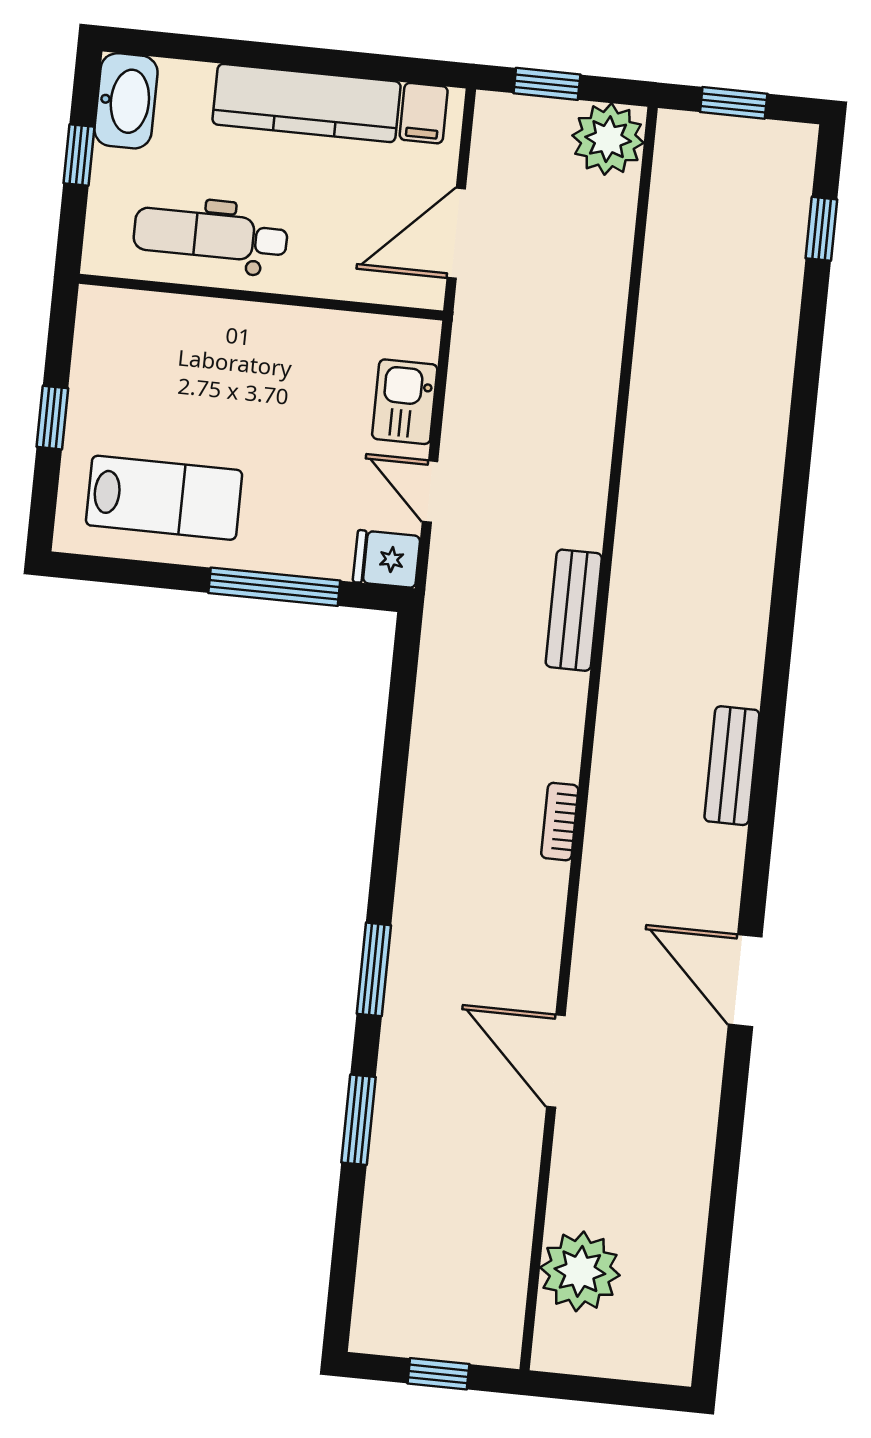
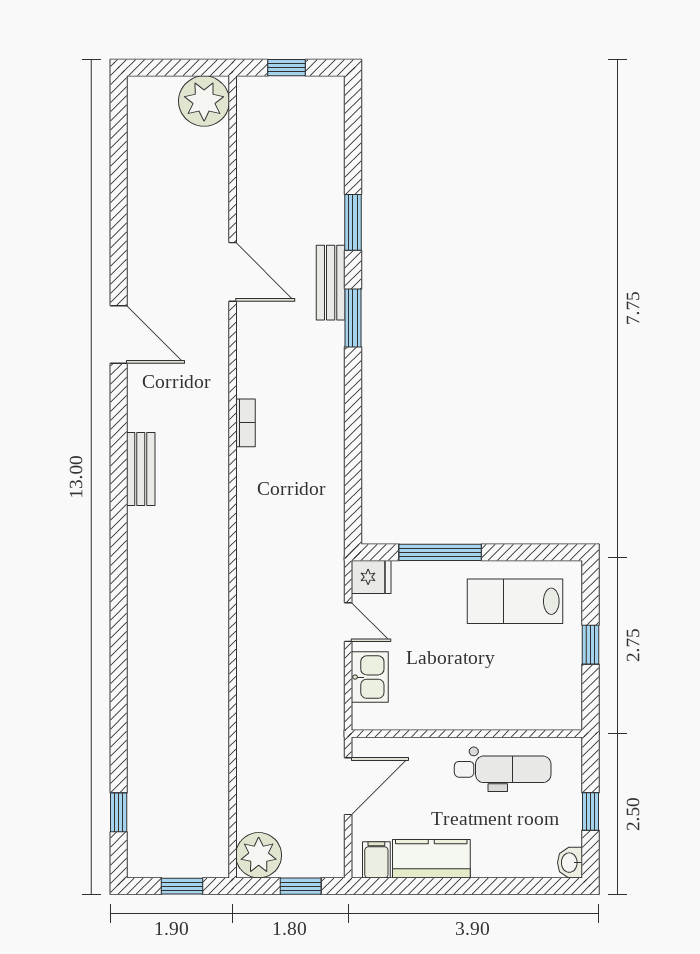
washbasin: (126, 101) -> (570, 863), width x0.52, depth x0.69
kitchen counter: (307, 103) -> (431, 859), width x0.67
bench: (574, 610) -> (331, 283), moved
plant: (580, 1271) -> (204, 101), moved

